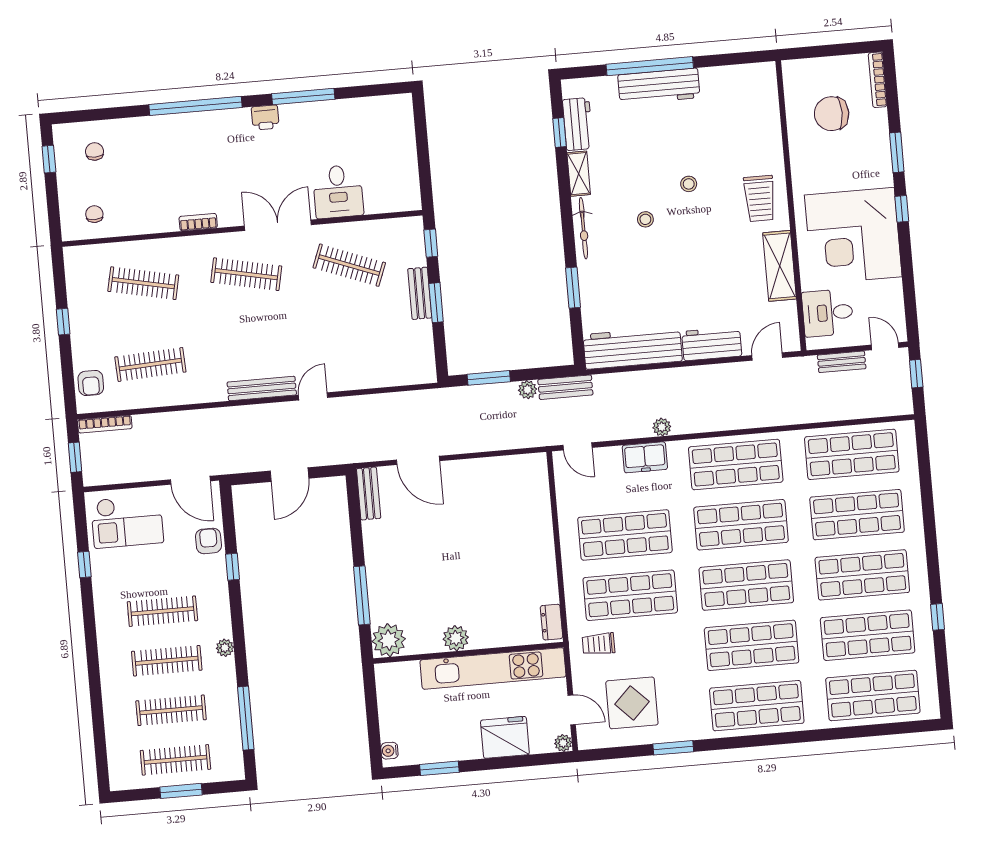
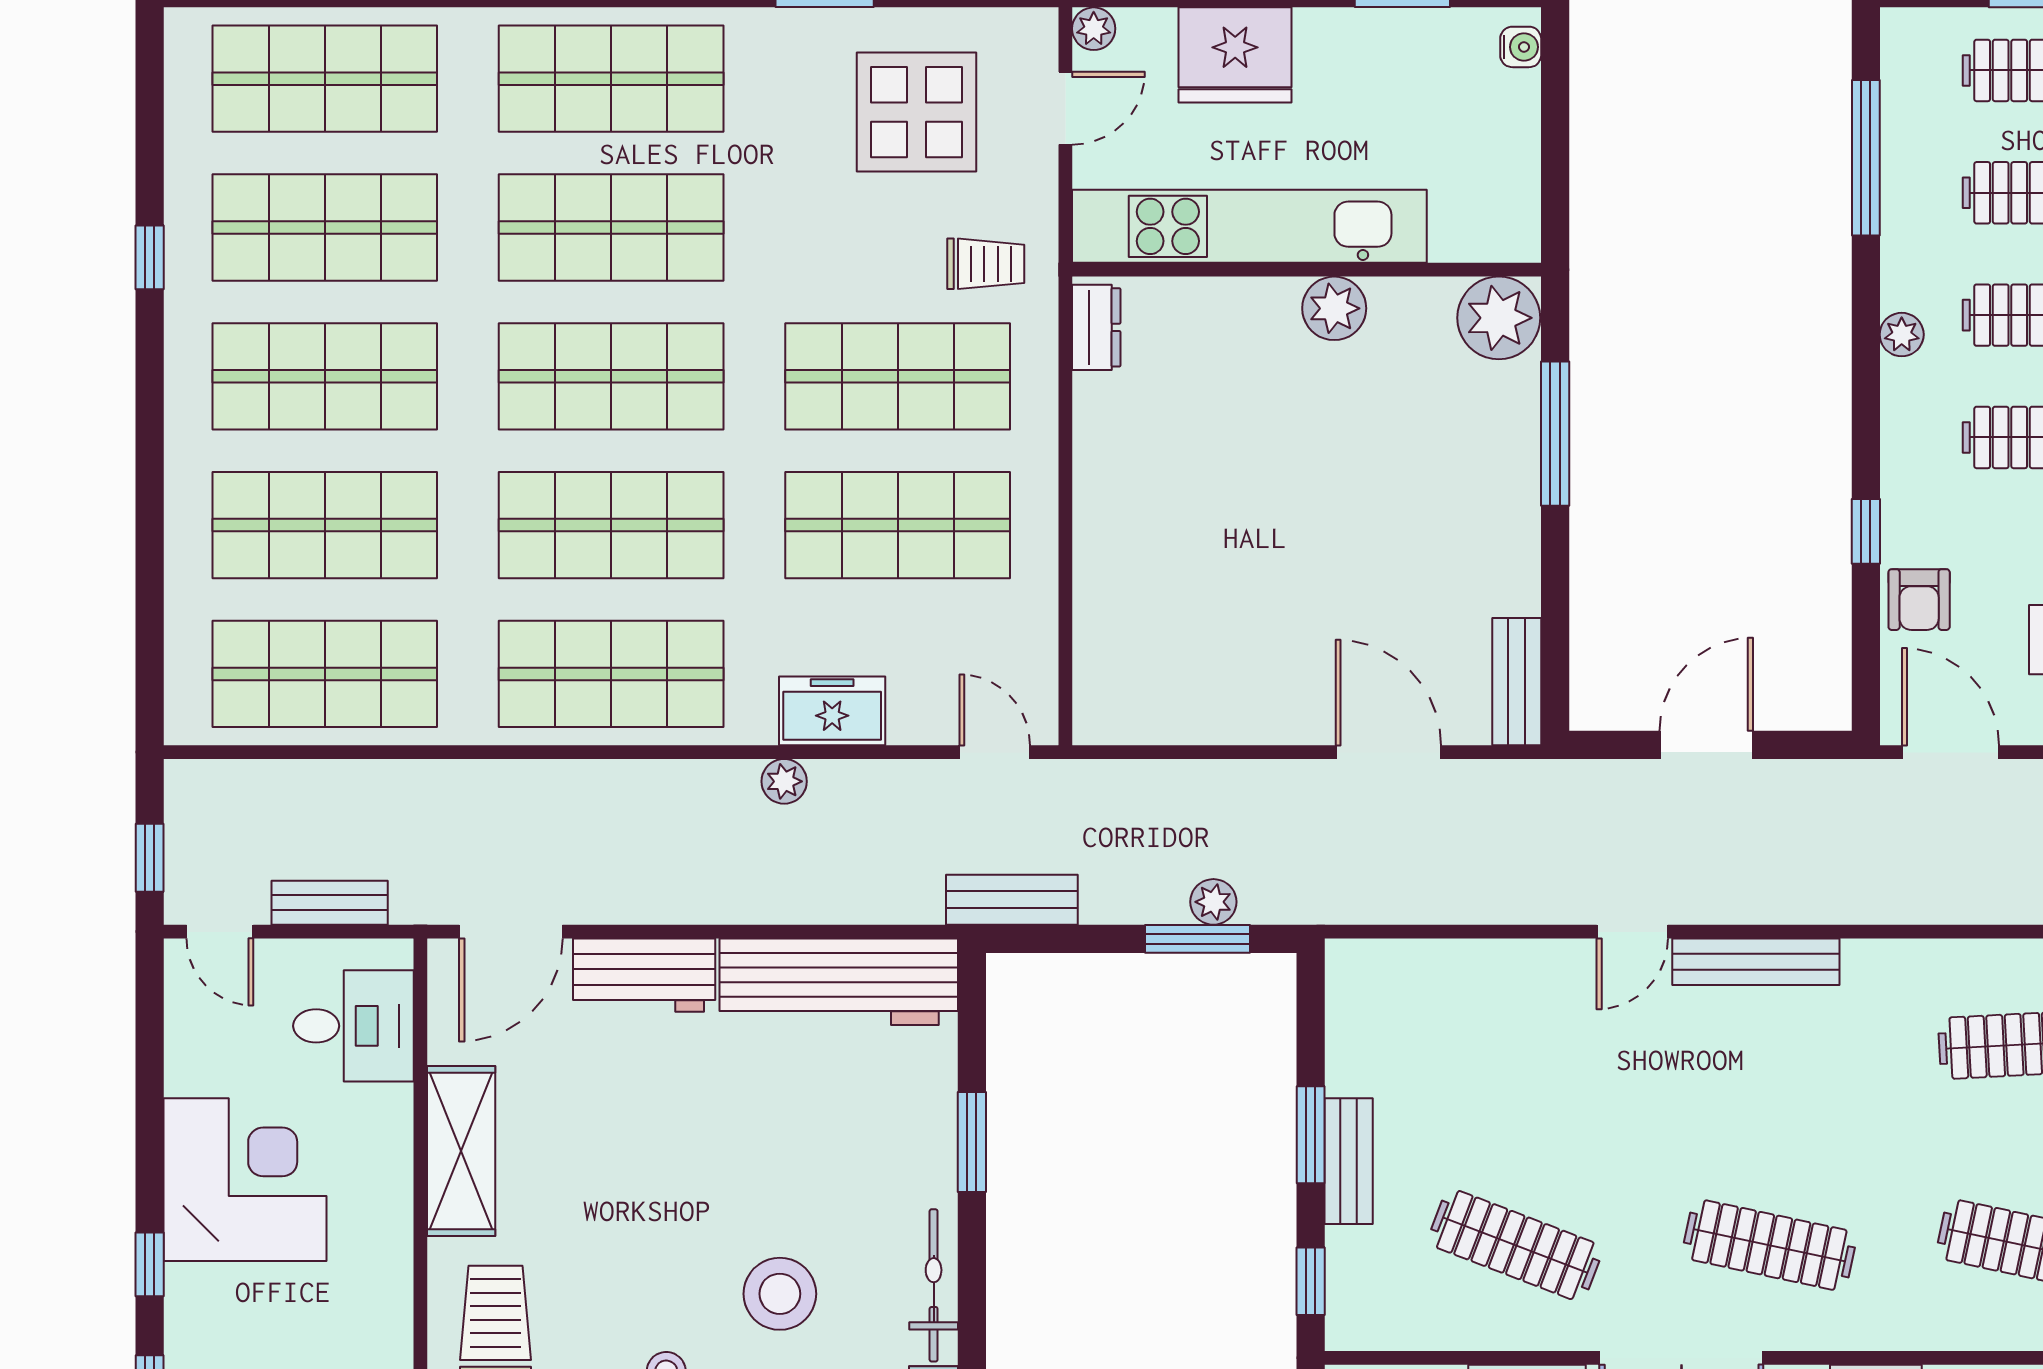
stool: (645, 219) -> (780, 1294), width x1.89, depth x1.89
corner desk: (853, 236) -> (245, 1180), width x0.74, depth x0.74
door: (767, 357) -> (511, 932), width x1.38
plant: (528, 390) -> (1213, 902), moved
door: (572, 710) -> (1065, 108), swing flipped

